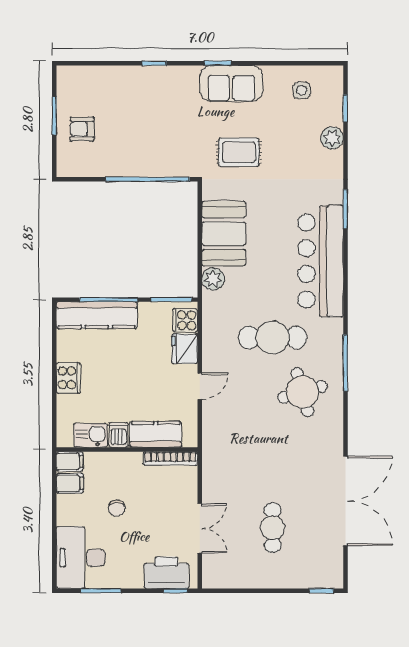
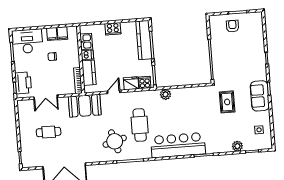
booth: (224, 234) -> (85, 106), moved
door: (200, 386) -> (114, 92), swing flipped
filing cabinet: (70, 462) -> (52, 34), moved

